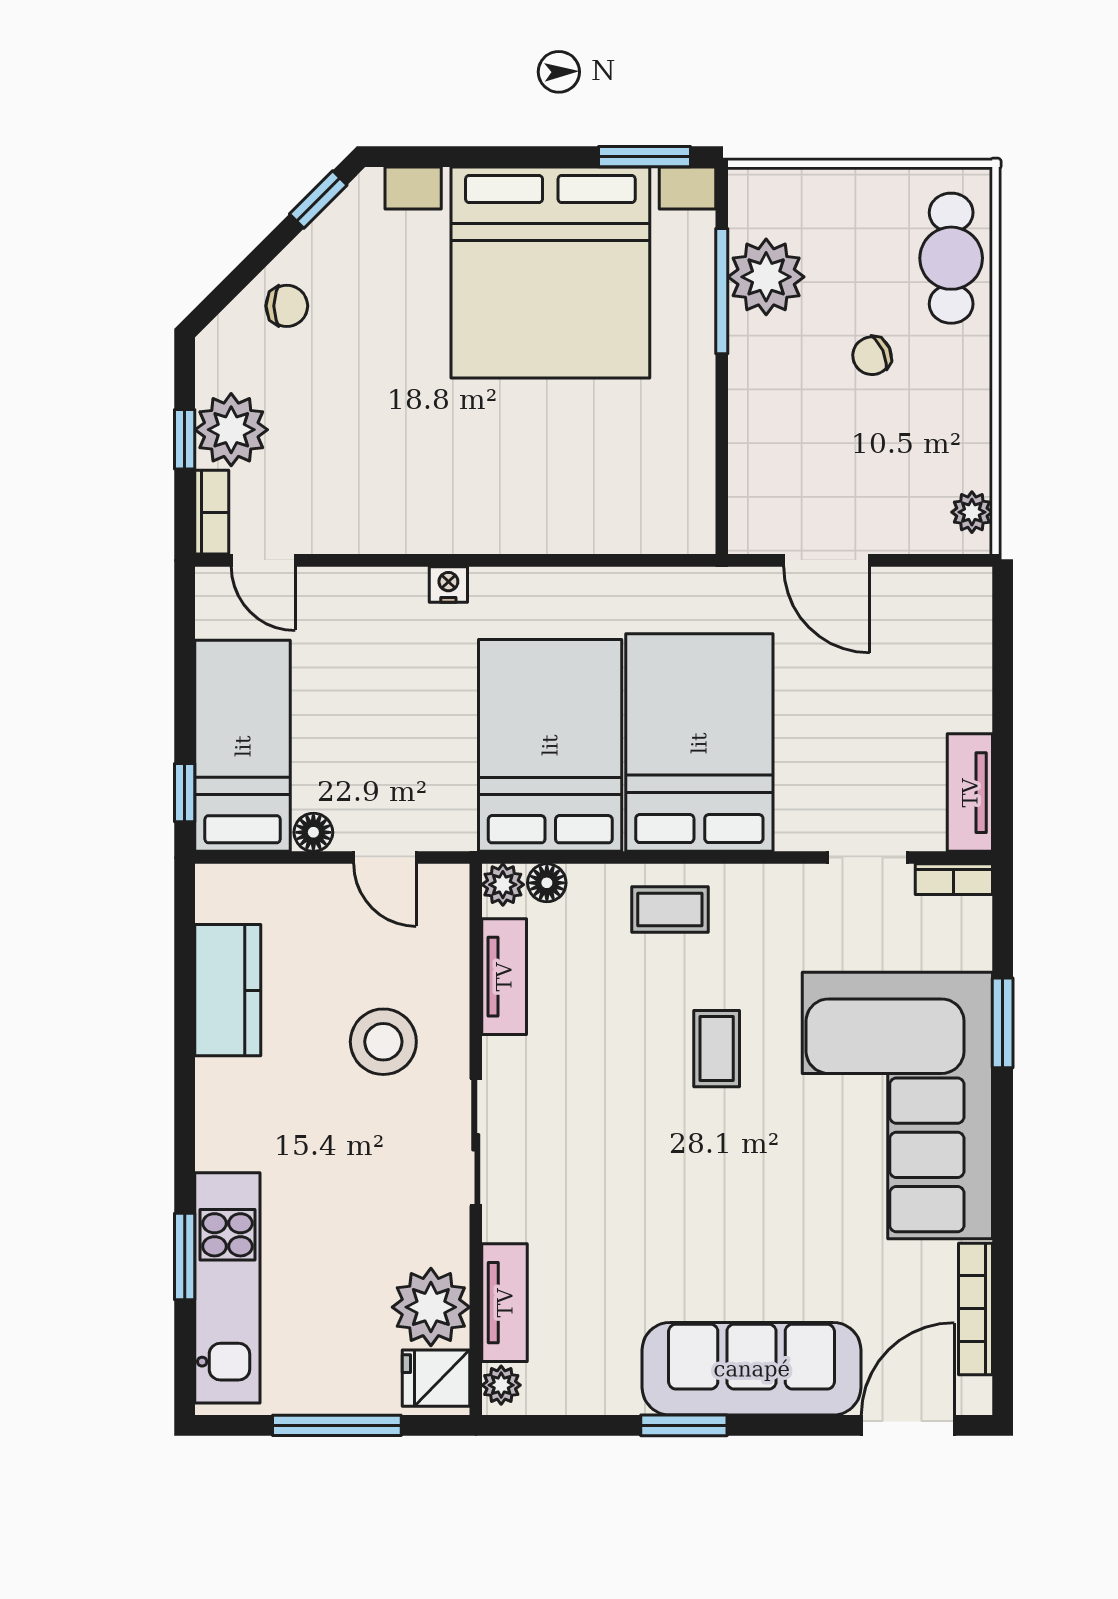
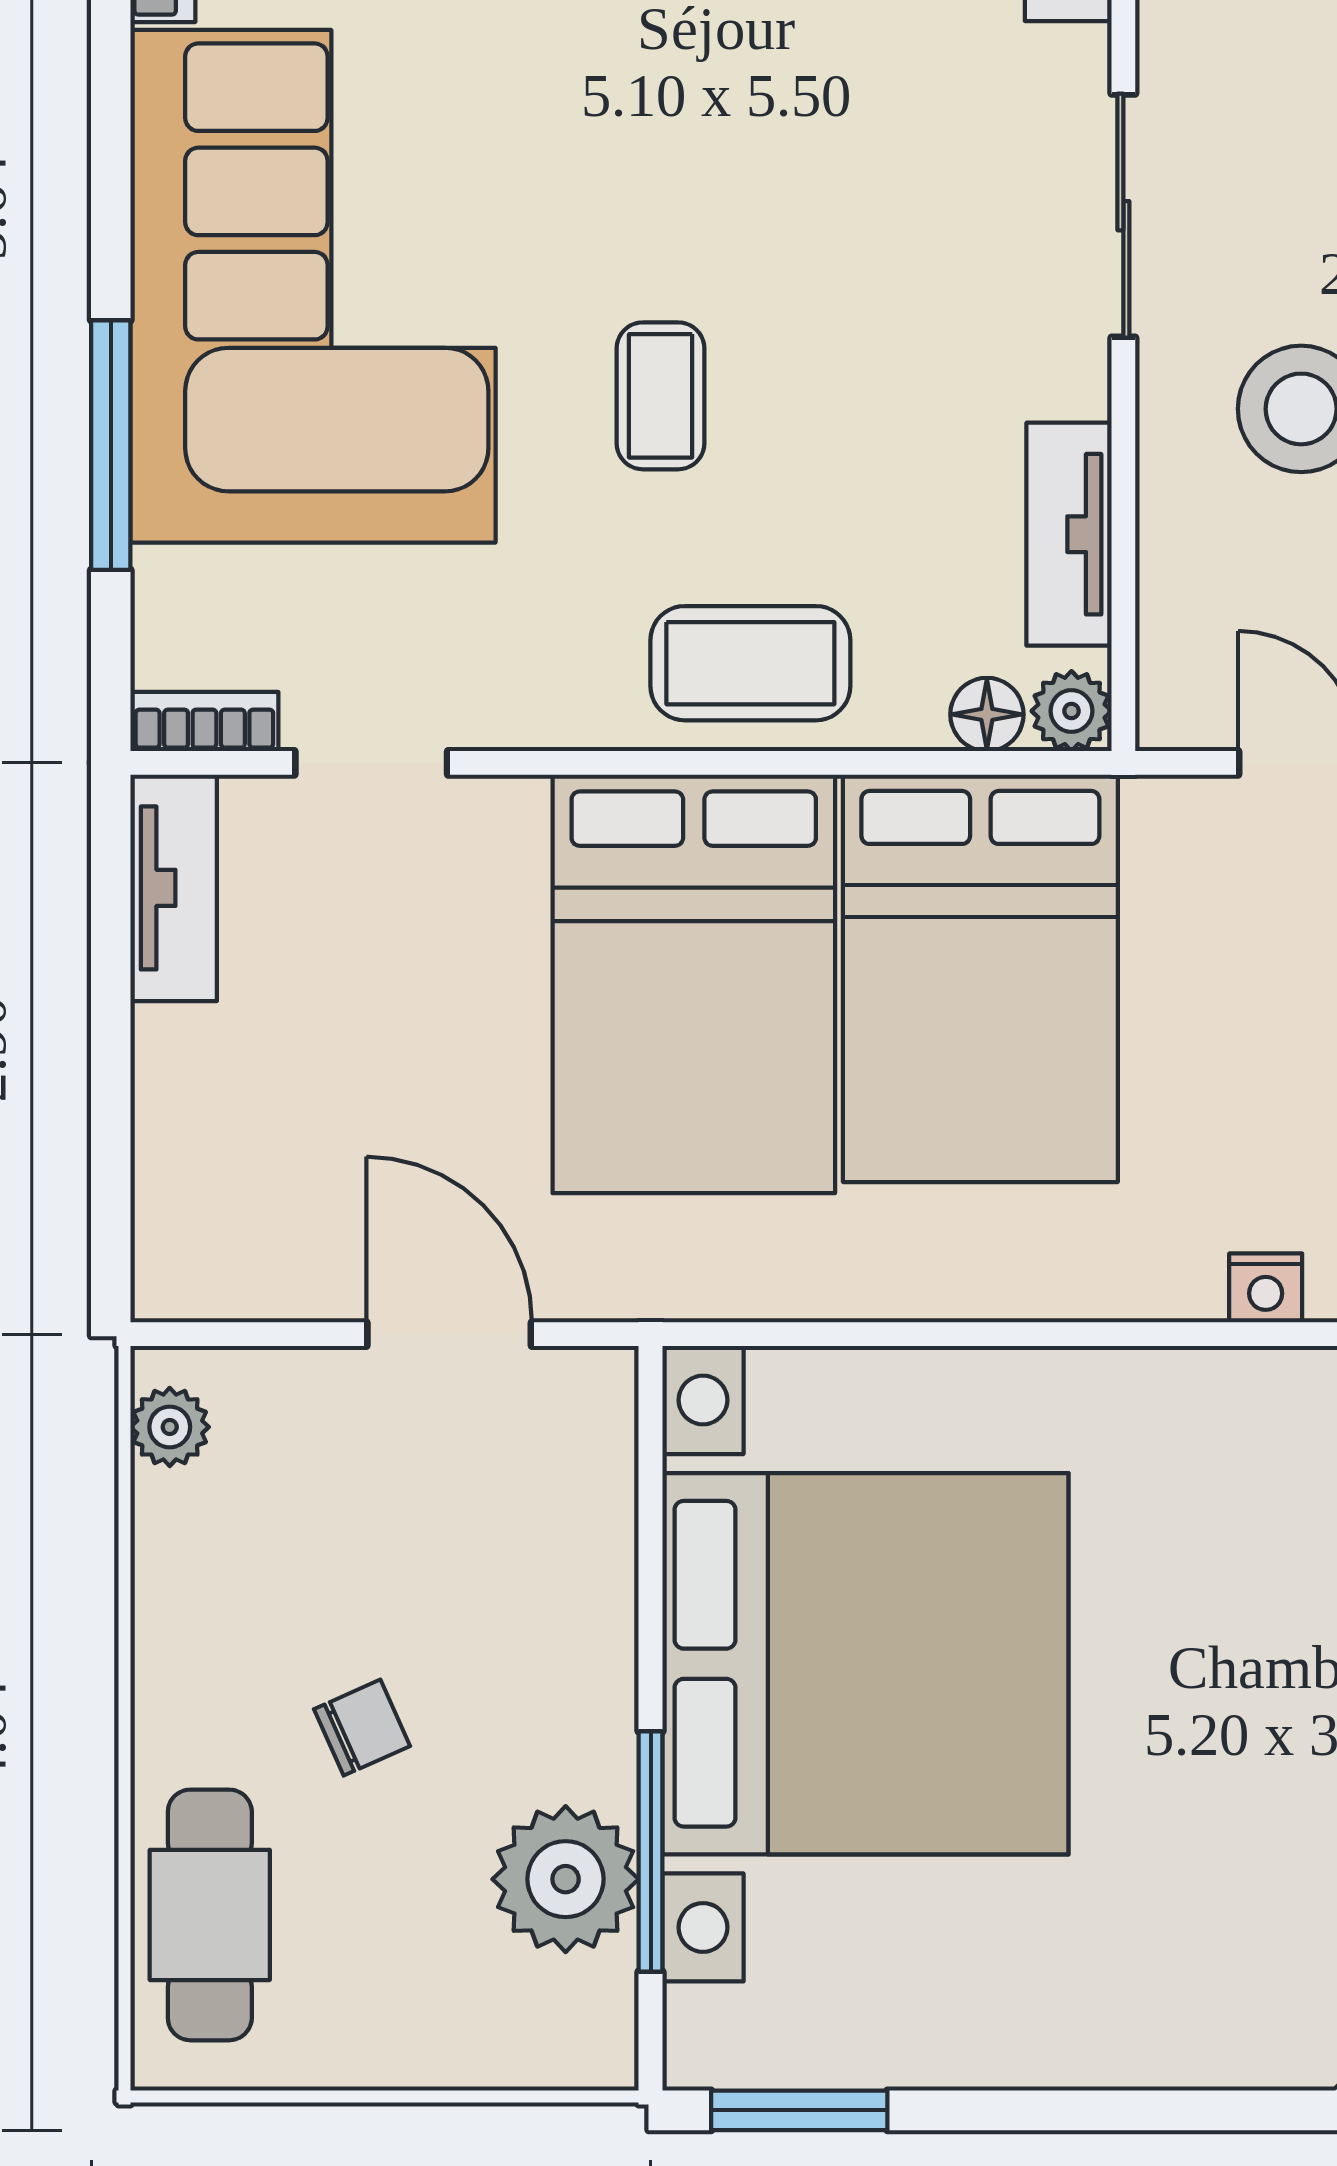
bed with nightstands: (550, 272) -> (865, 1664), moved, turned 90
nightstand: (448, 584) -> (1266, 1288), moved
coffee table: (670, 909) -> (750, 663), width x1.36, depth x1.30
window: (1003, 1023) -> (111, 445), width x1.44

